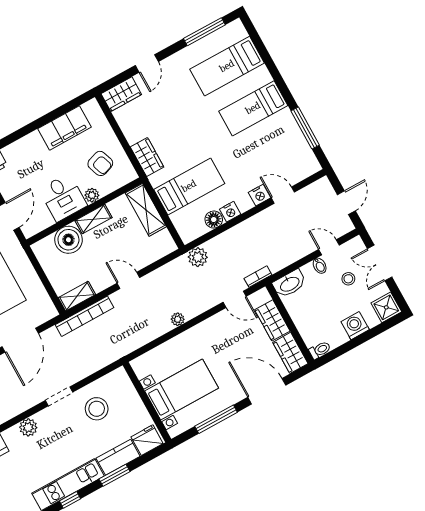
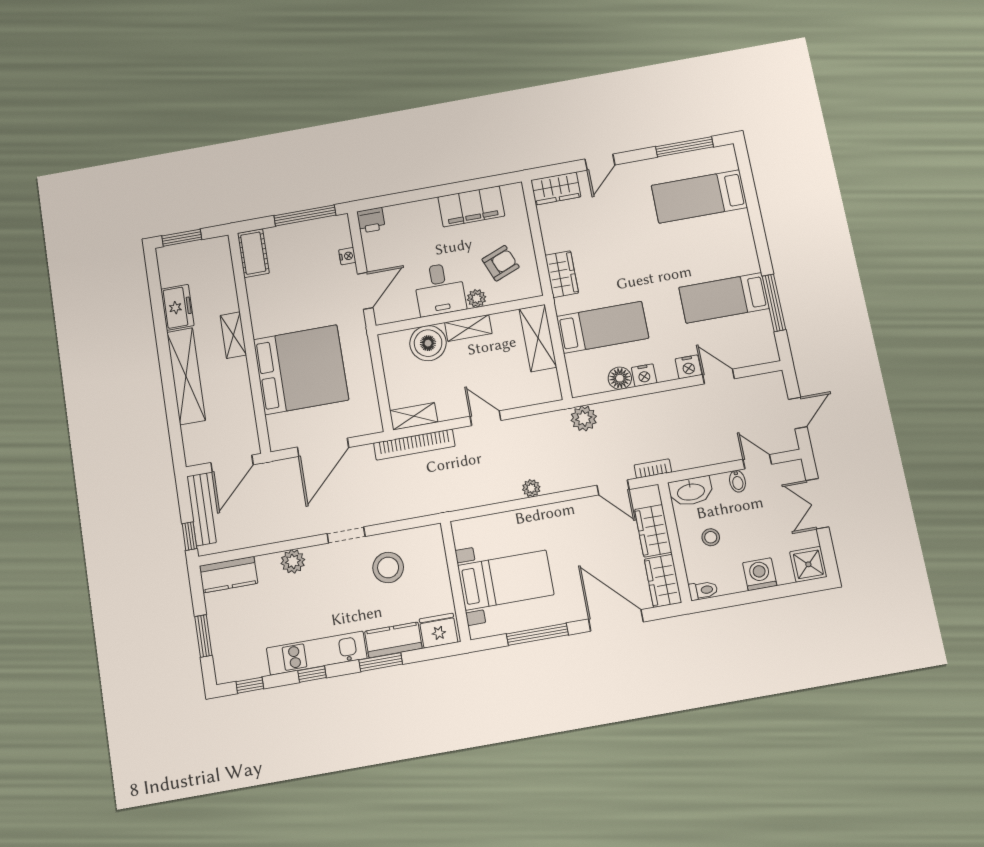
bed: (253, 108) -> (724, 298), moved
armchair: (100, 163) -> (501, 263), turned -93
stool: (348, 279) -> (711, 537), moved

